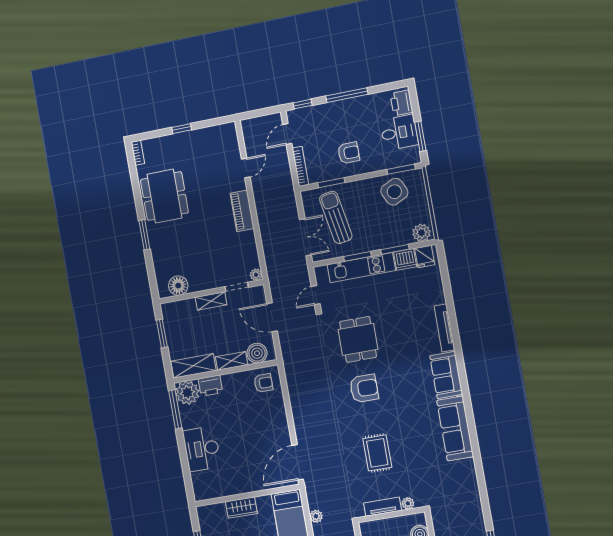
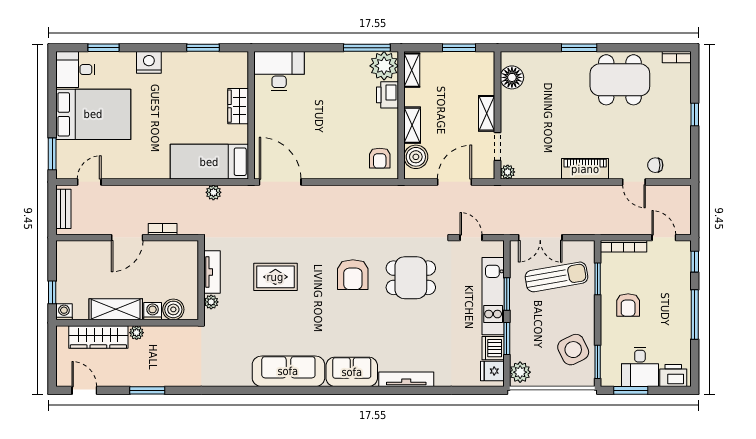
chair: (229, 153) -> (655, 165), added
shelving: (193, 366) -> (412, 70), width x0.67, depth x0.75
desk: (202, 449) -> (279, 71), moved

